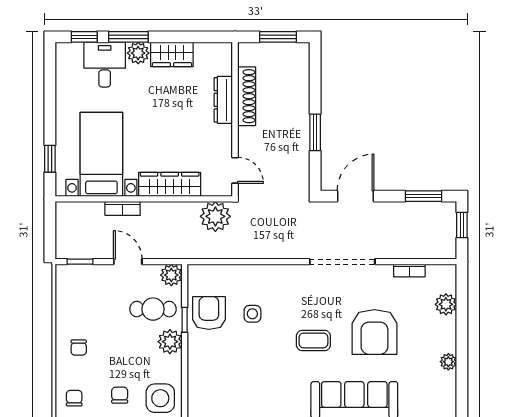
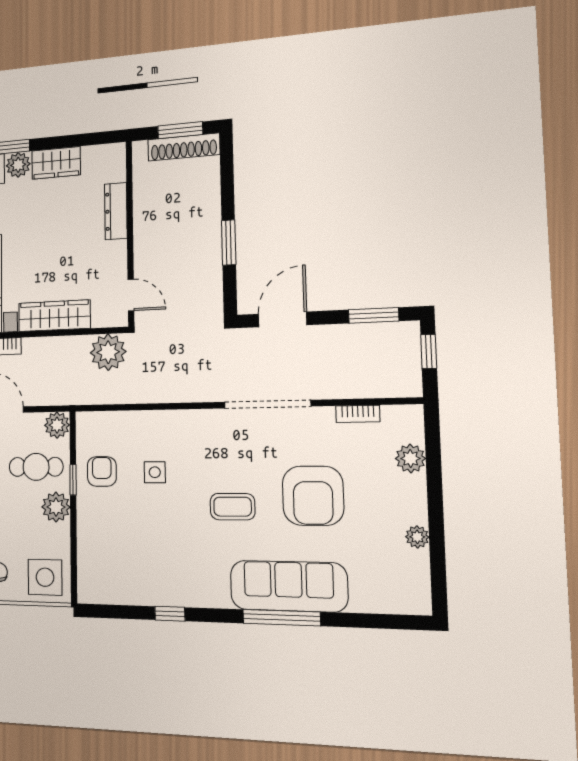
shoe rack: (247, 96) -> (184, 147), moved, turned 90
armchair: (209, 313) -> (102, 471), width x0.72, depth x0.72

